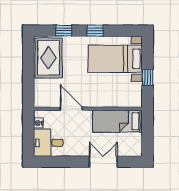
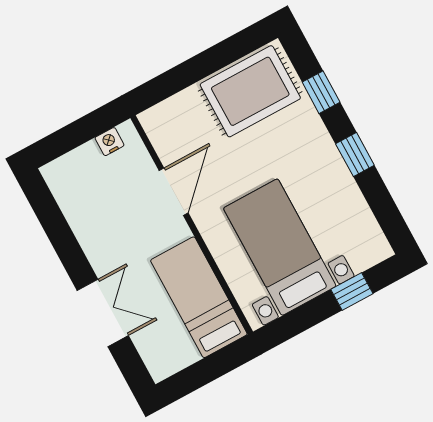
bed with nightstands: (115, 59) -> (280, 247), moved
window: (147, 77) -> (352, 291), moved
desk: (48, 143) -> (81, 183), removed

